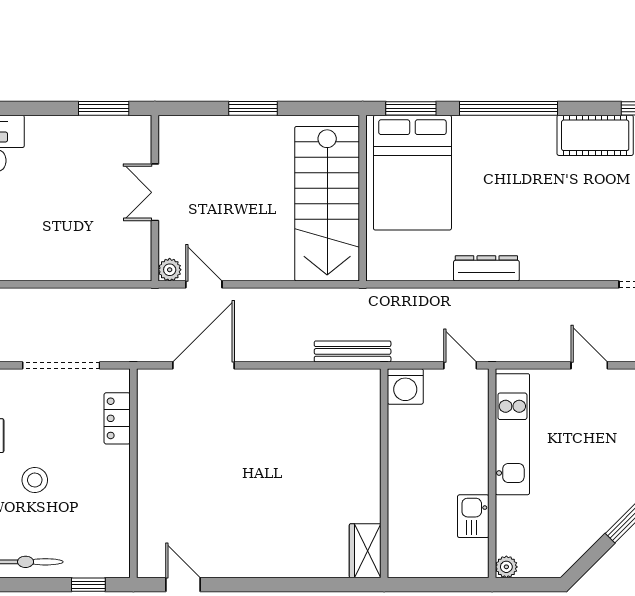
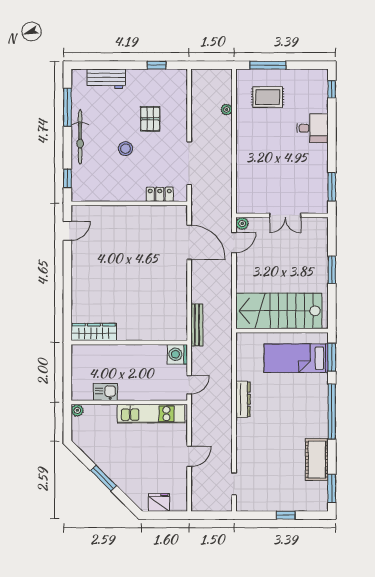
bed: (412, 173) -> (296, 358), width x0.67
double door: (155, 192) -> (285, 215), swing flipped
wardrobe: (365, 551) -> (94, 332), width x1.50

